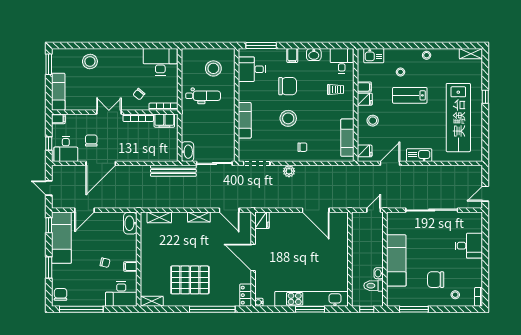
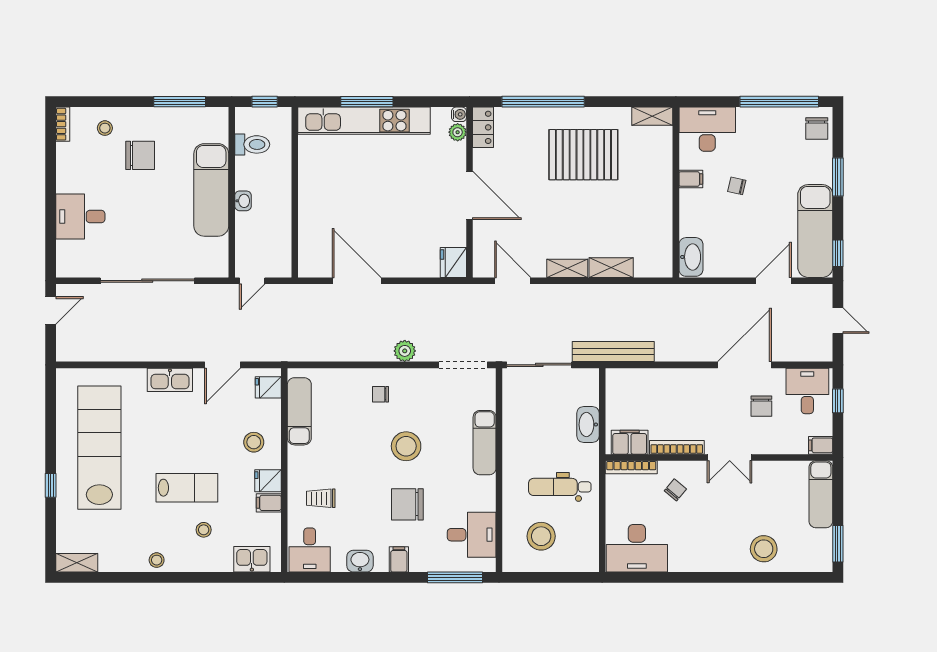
washbasin: (187, 152) -> (588, 425), moved
shelving: (159, 217) -> (611, 268), moved
washbasin: (379, 273) -> (243, 201), moved
plant: (260, 292) -> (458, 132), added

